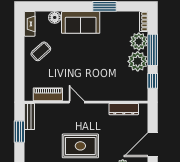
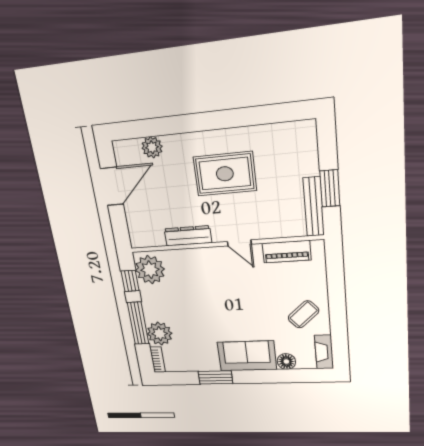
plant: (138, 61) -> (150, 270), moved
dresser: (124, 109) -> (188, 236), moved
bench: (29, 117) -> (314, 207), width x1.36

